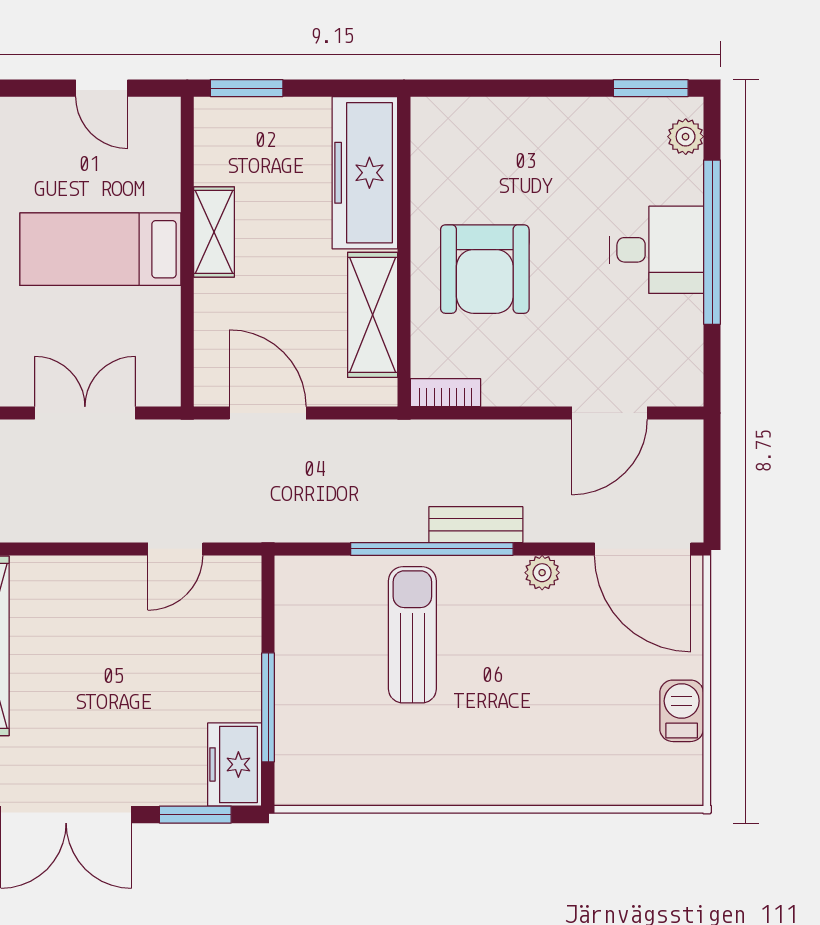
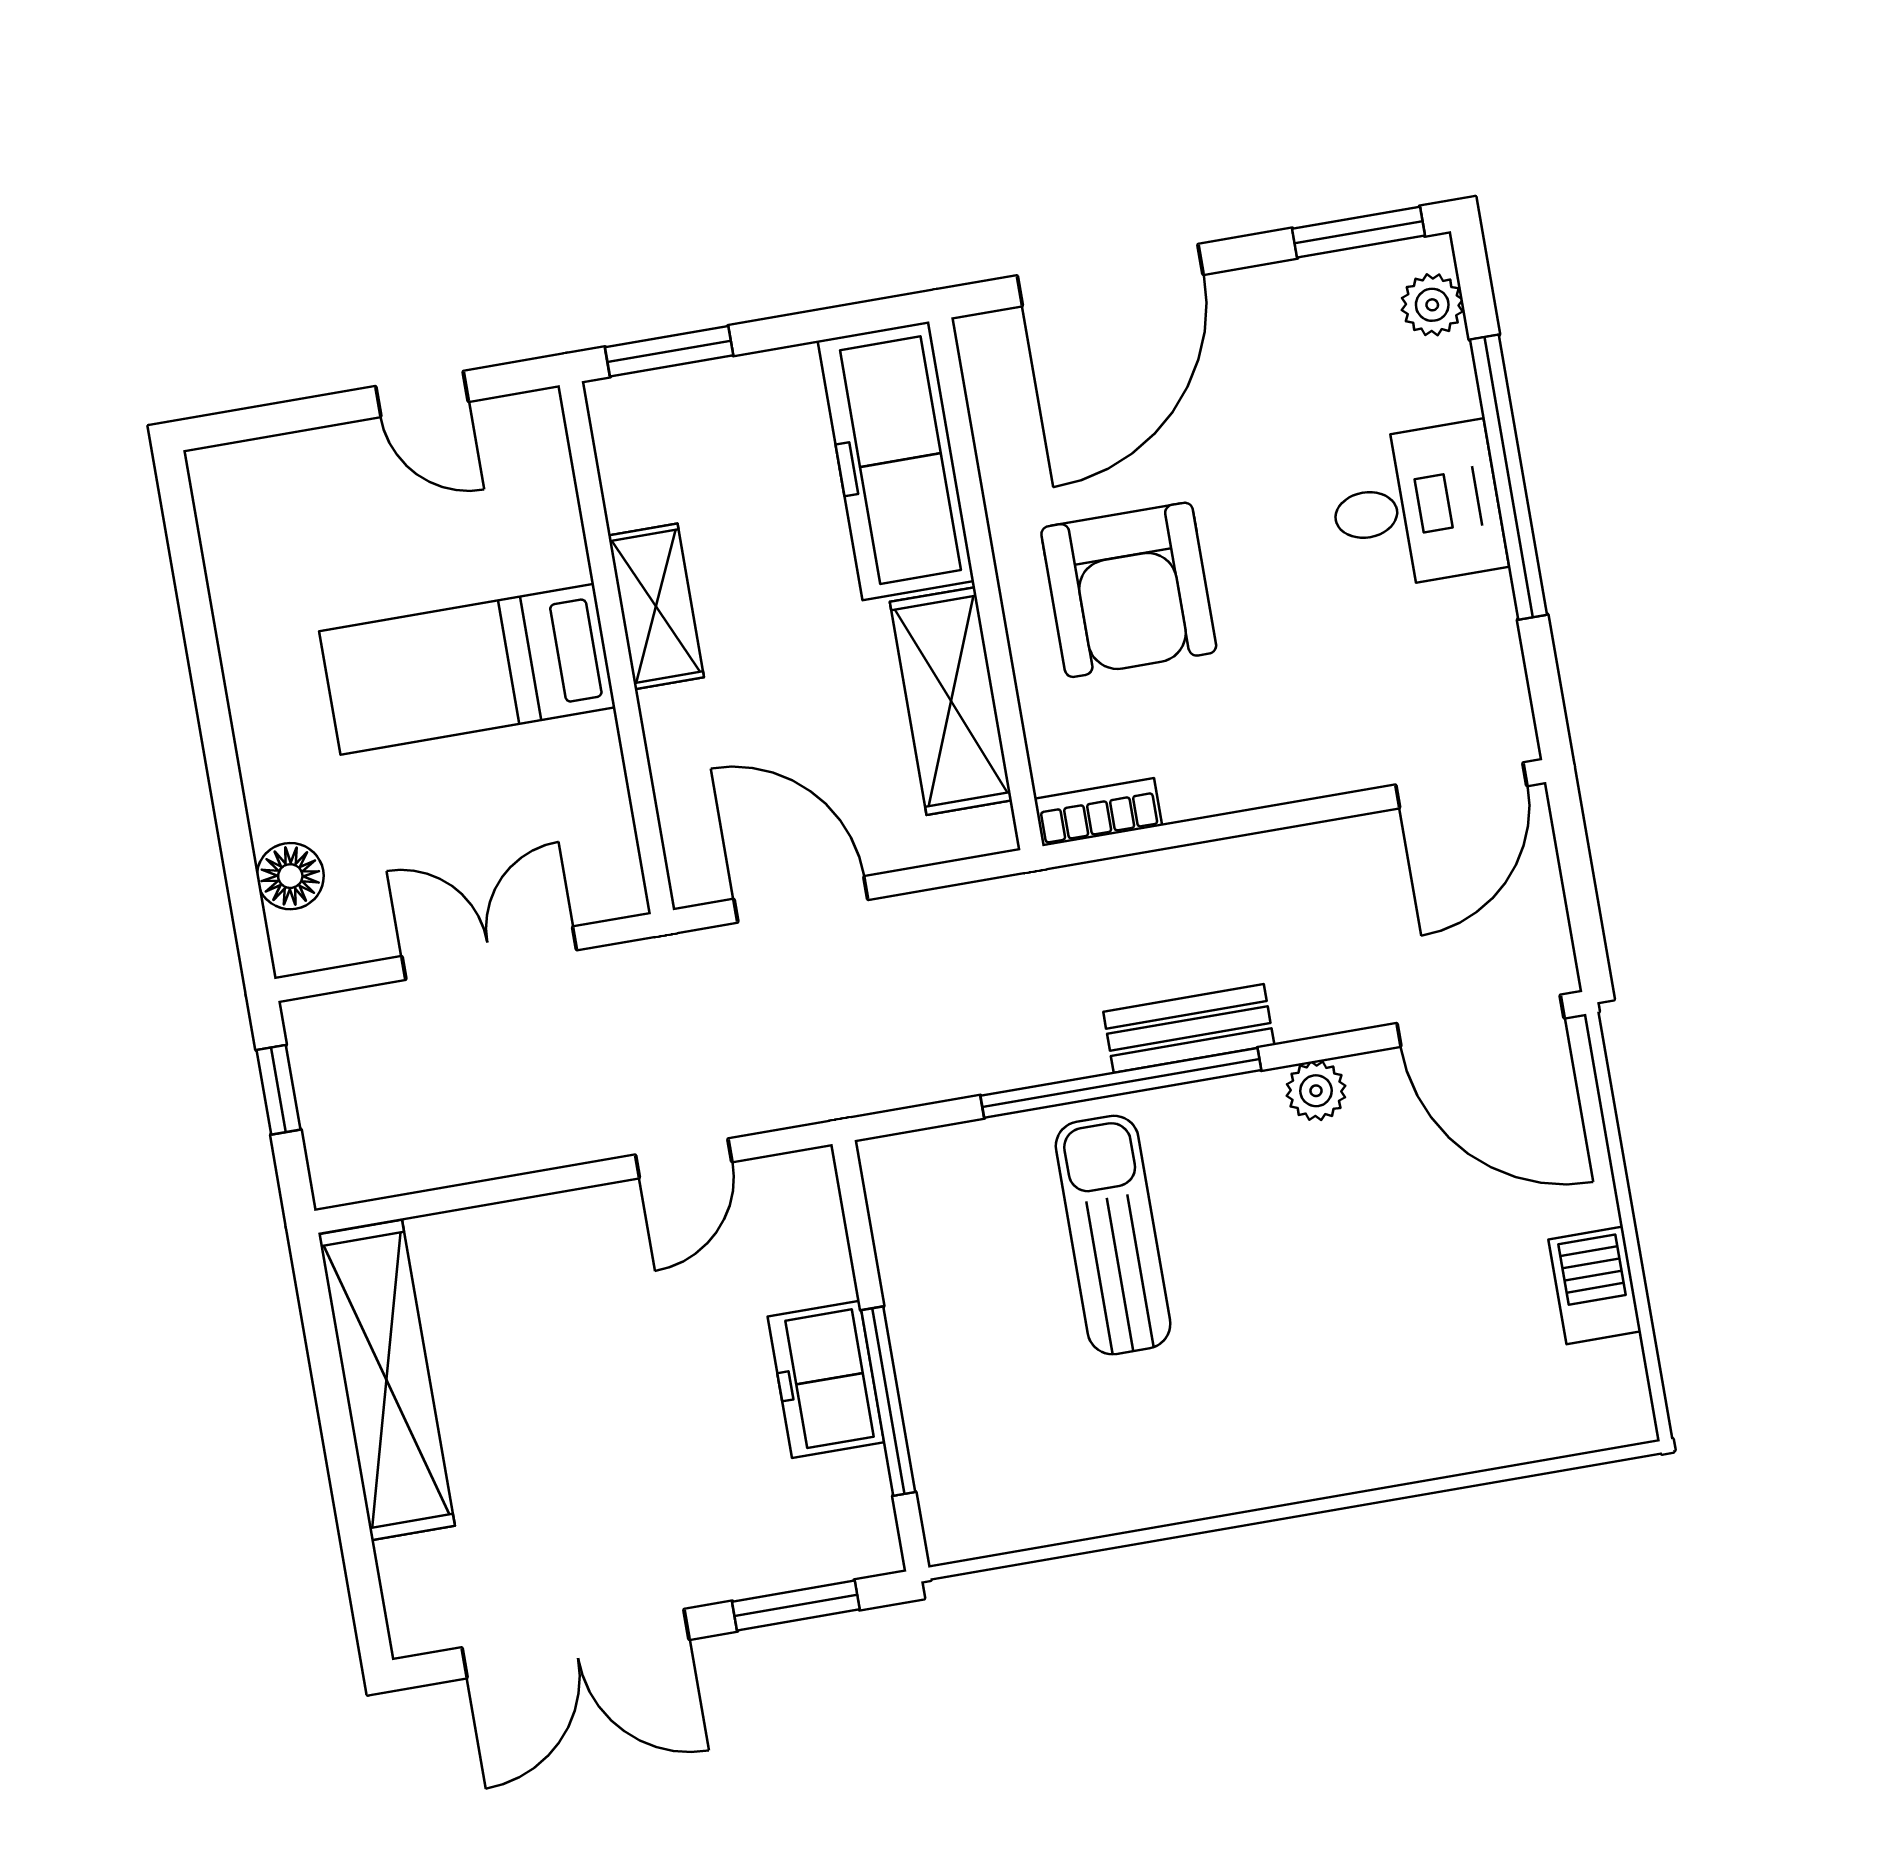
door: (505, 88) -> (1110, 275), added
door: (610, 413) -> (1461, 785), moved
freezer: (235, 764) -> (826, 1379), moved

